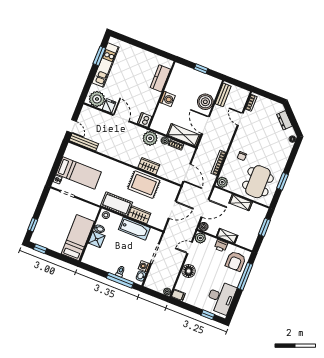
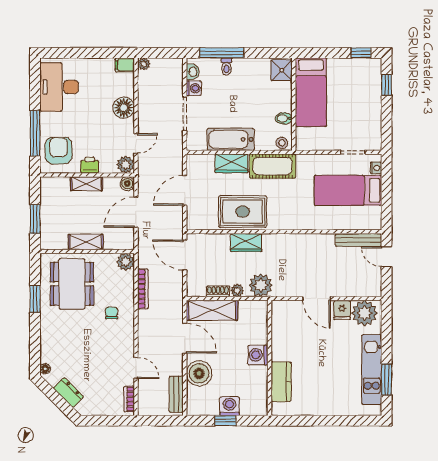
washing machine: (195, 76) -> (230, 406), added
dishwasher: (145, 120) -> (280, 310), removed
shower: (97, 239) -> (282, 70), moved
window: (208, 315) -> (69, 53), removed

